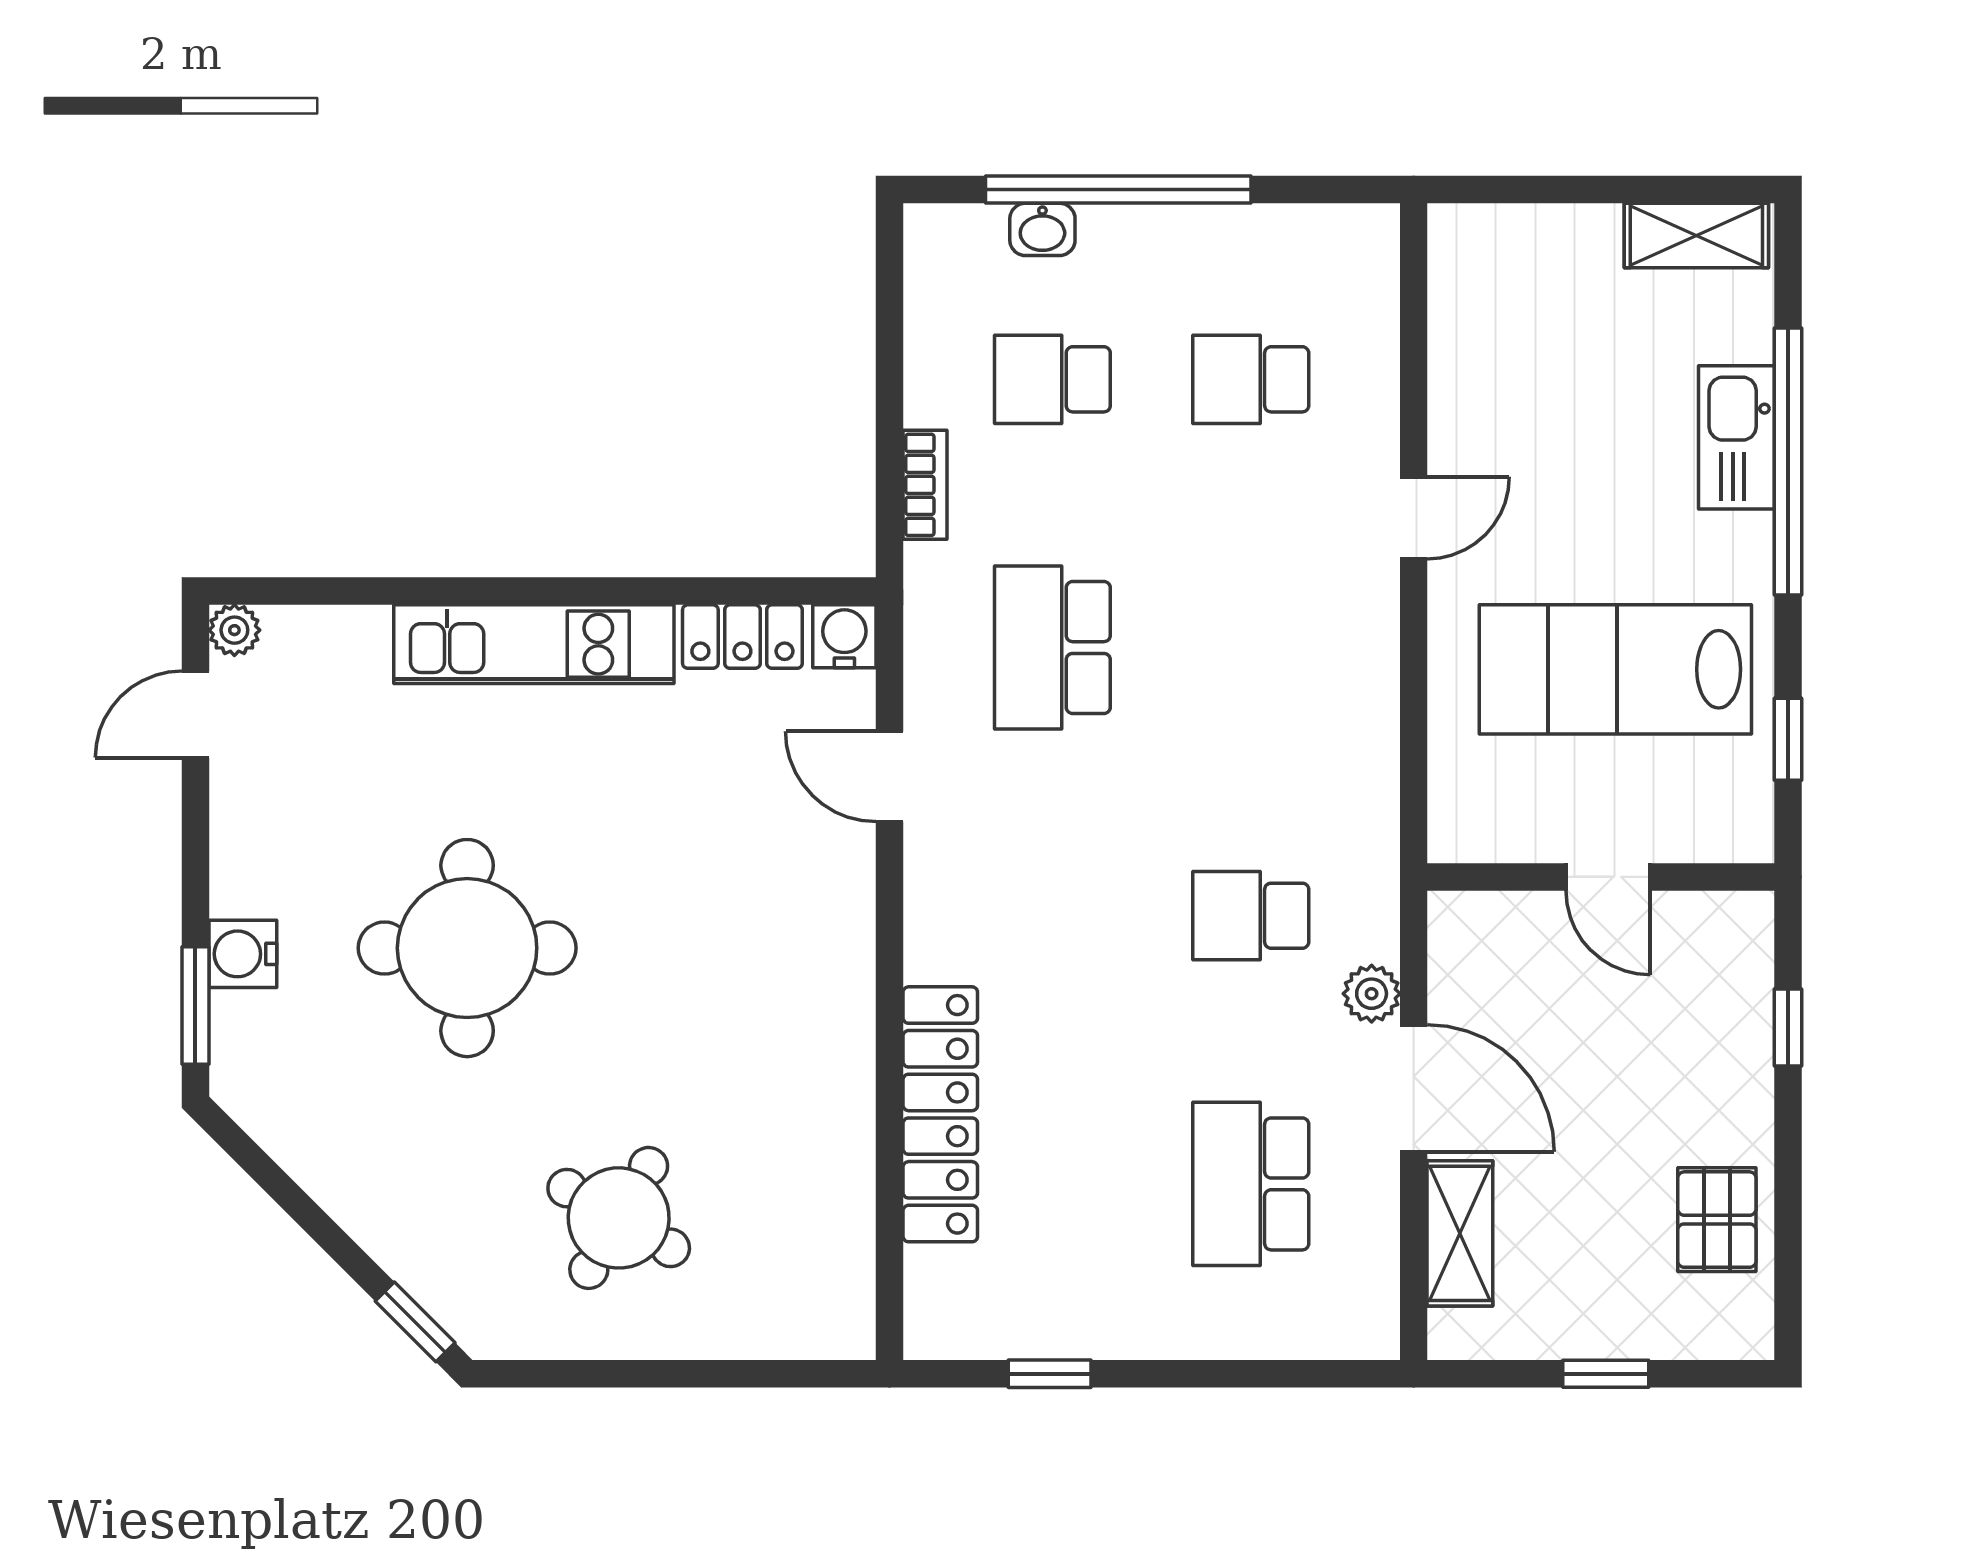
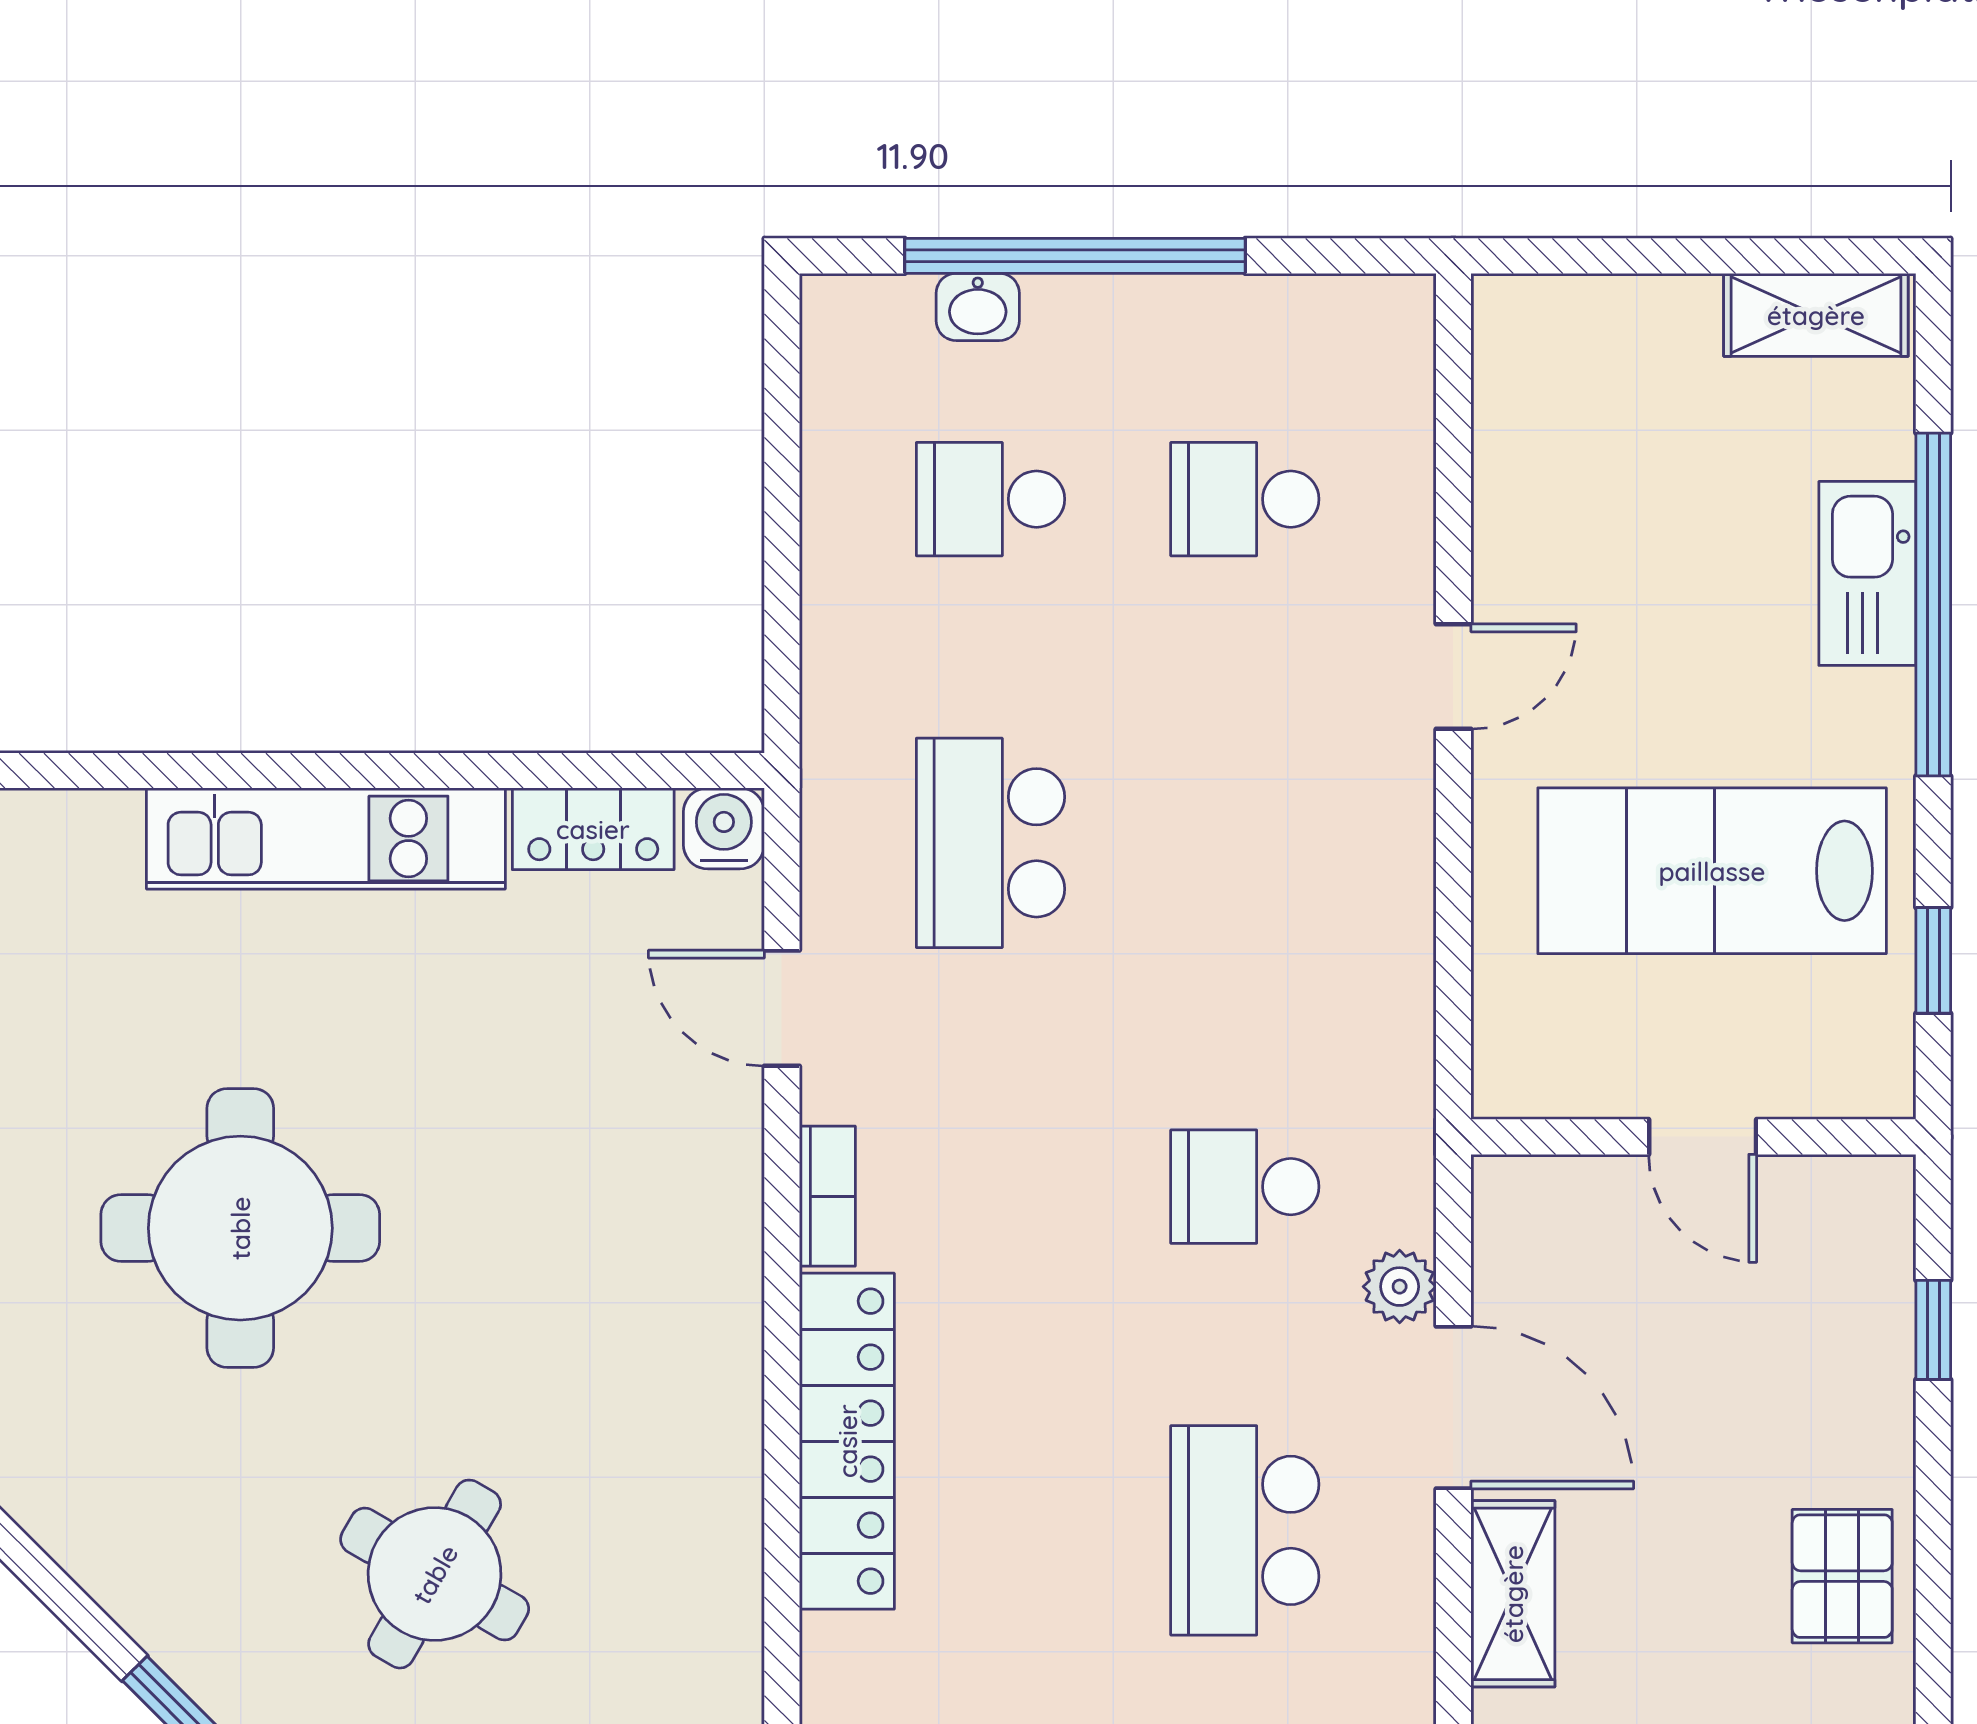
bookcase: (925, 485) -> (827, 1196), moved

